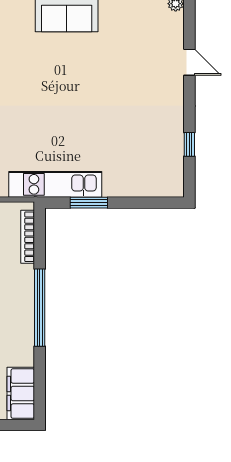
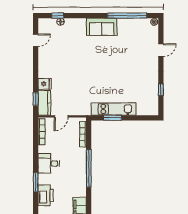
door: (189, 62) -> (161, 50), hinge flipped
kitchen unit: (55, 184) -> (114, 109), moved

